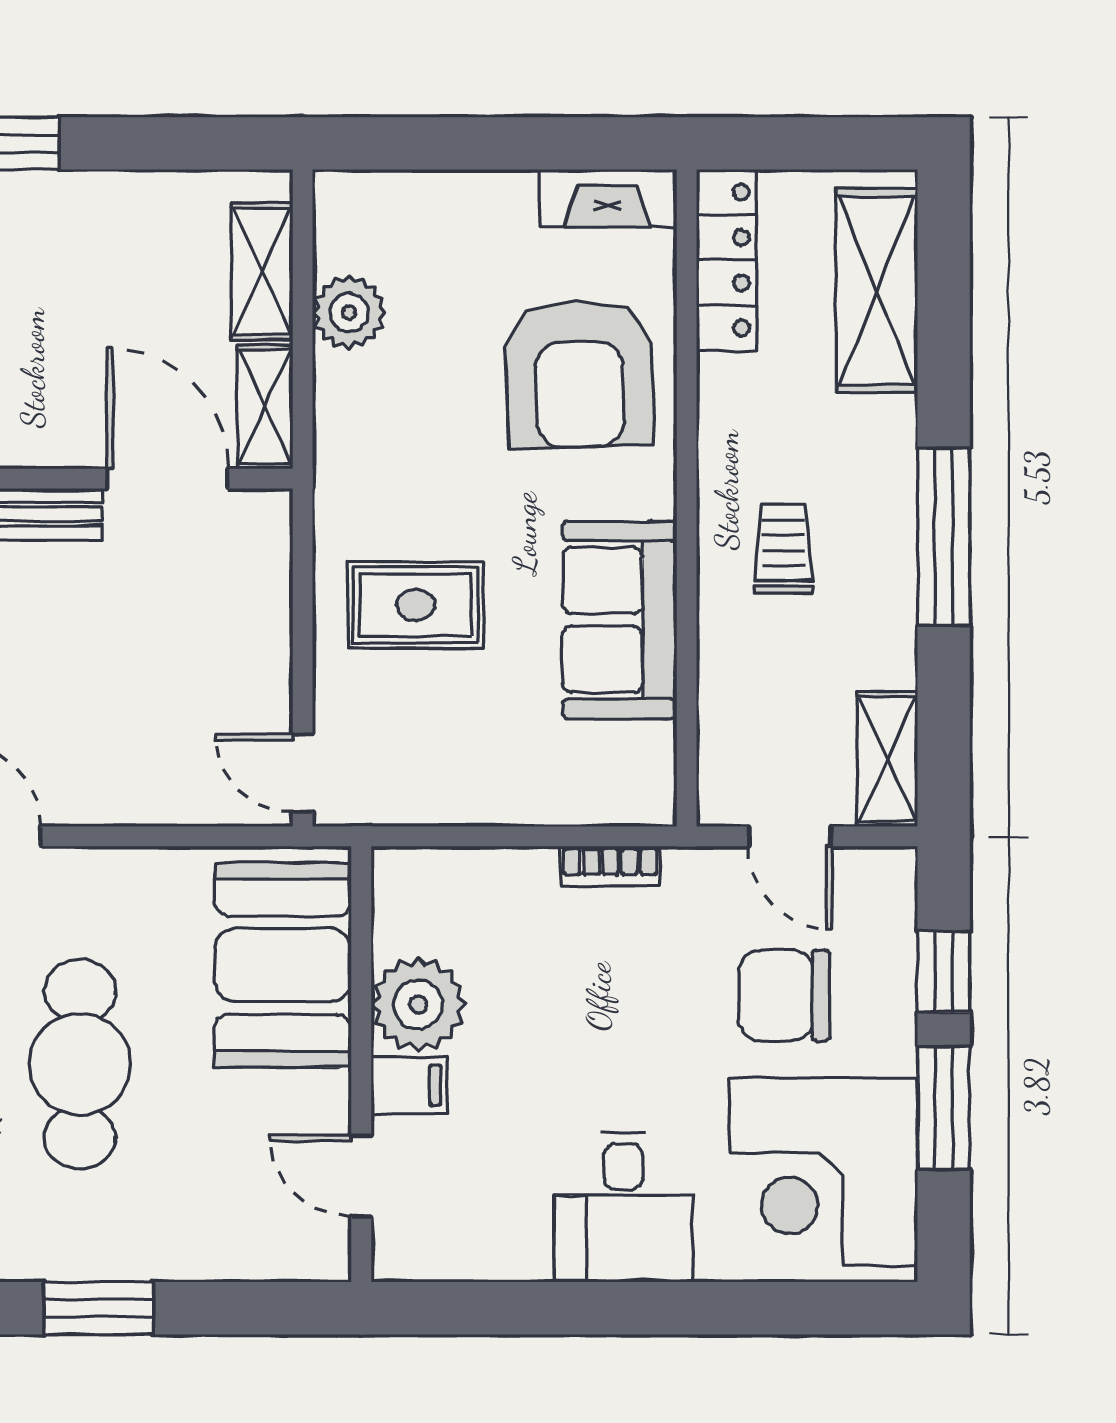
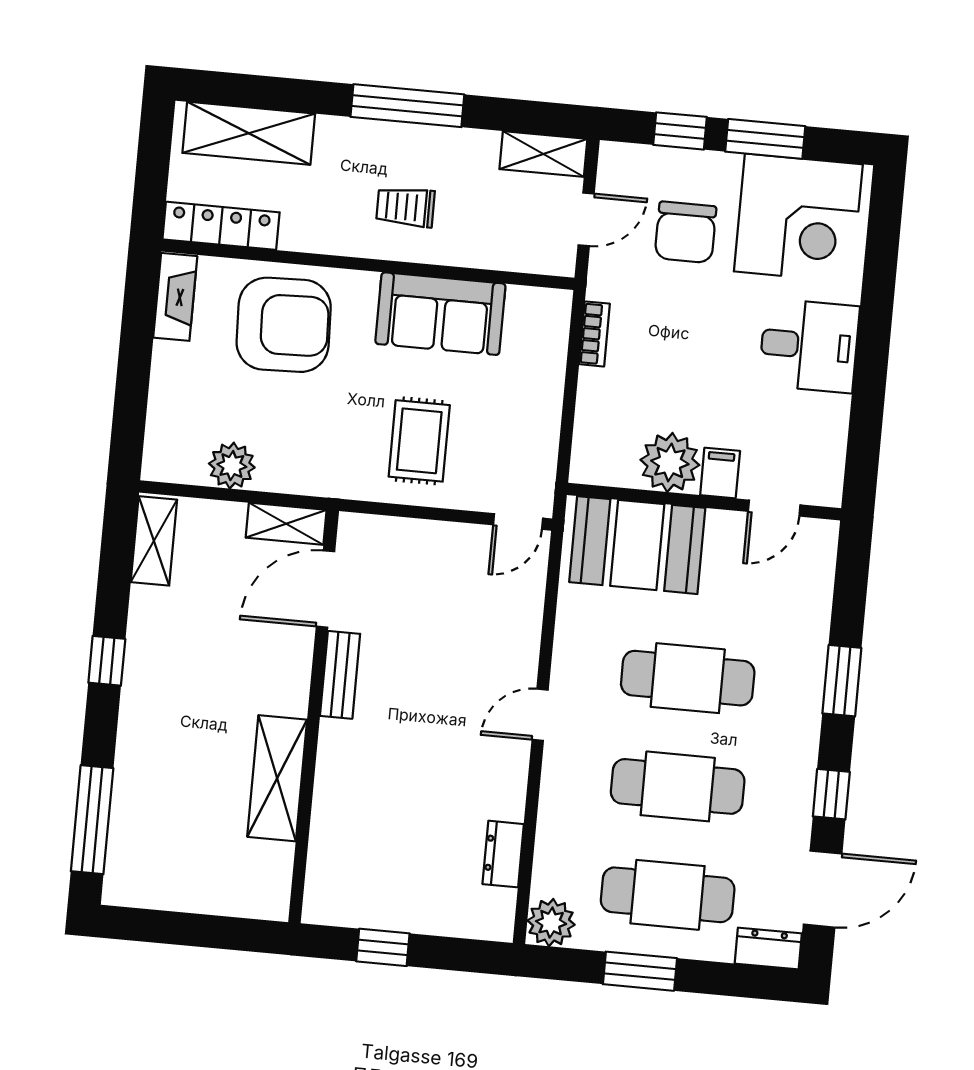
shelving: (262, 271) -> (154, 541), moved, turned 90

